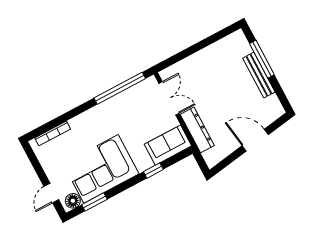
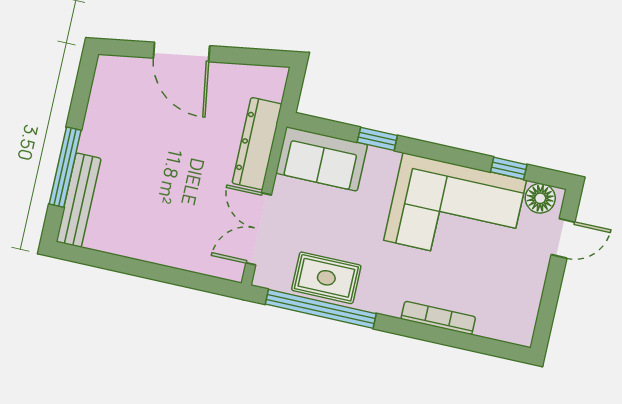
bench: (259, 75) -> (79, 200), moved
rug: (128, 102) -> (326, 278), added
bookcase: (53, 133) -> (438, 318), moved
window: (94, 202) -> (509, 168), width x0.67

